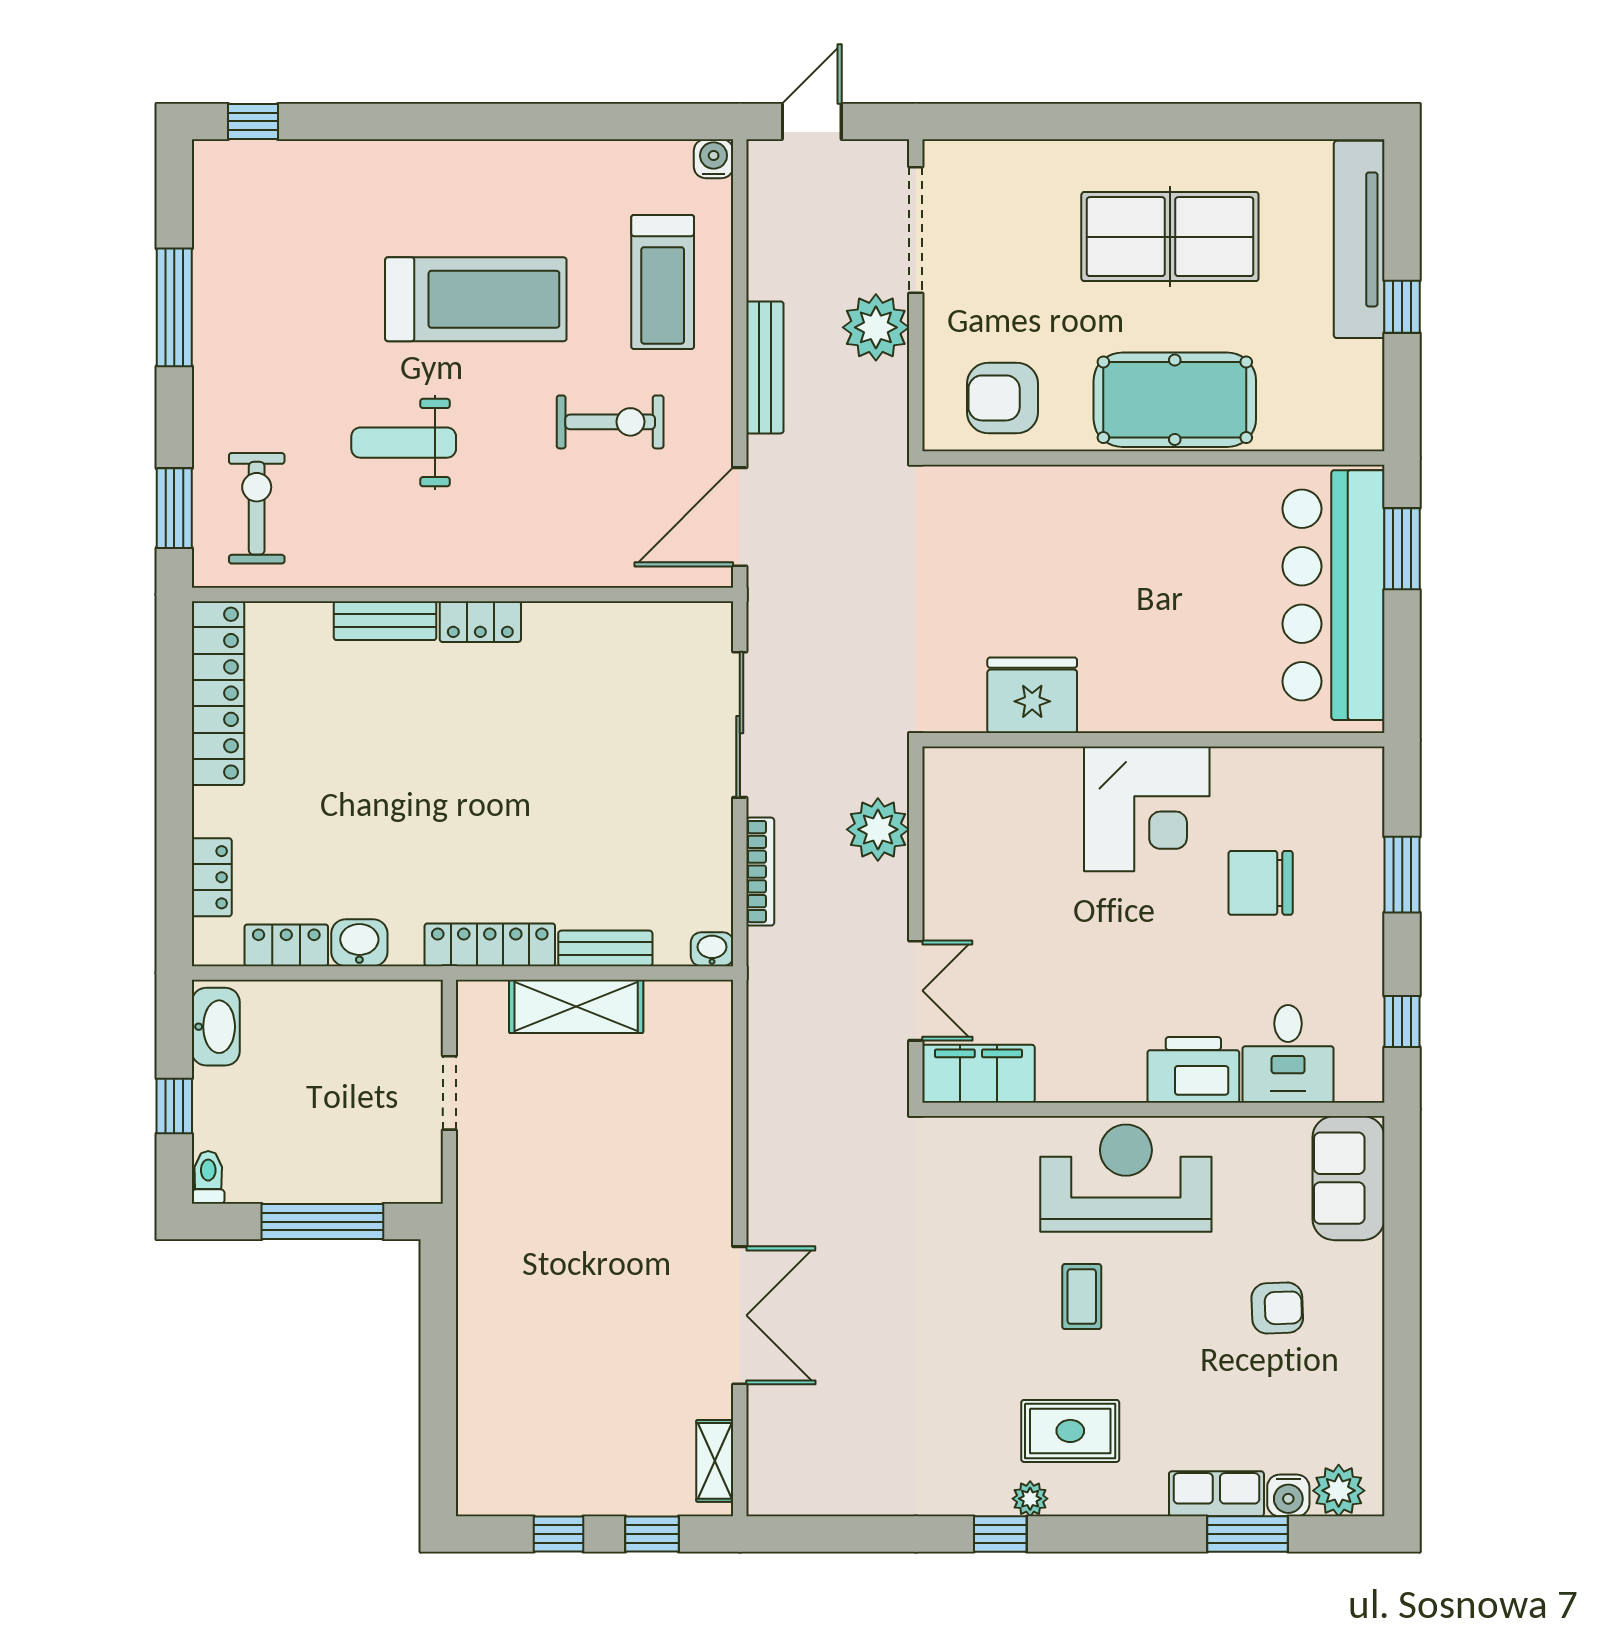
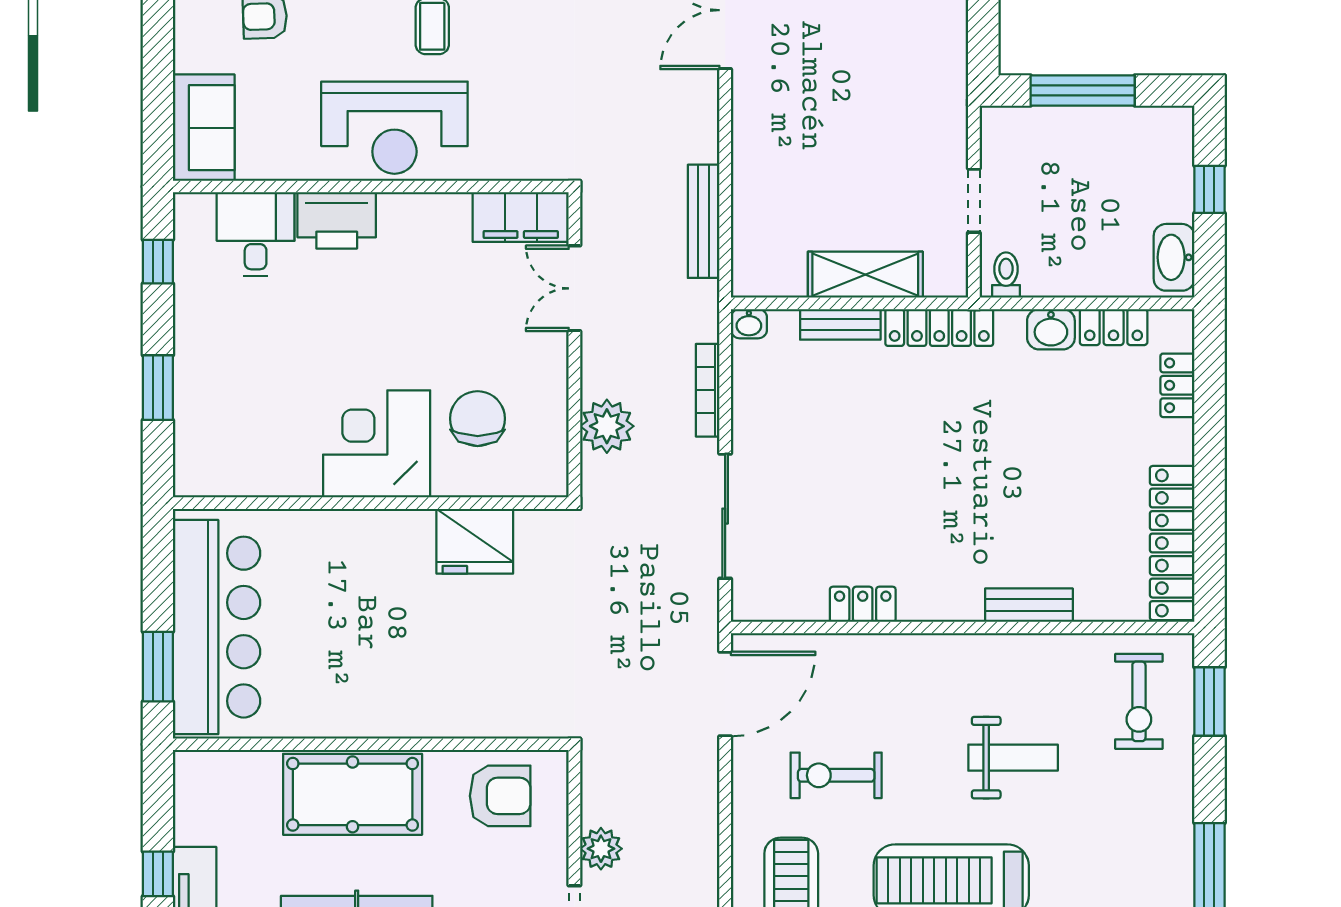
plant: (876, 327) -> (601, 849), width x0.73, depth x0.73
bench: (765, 367) -> (704, 221), moved
locker: (480, 622) -> (863, 604), moved
chair: (1261, 883) -> (478, 419), moved, turned -90
toilet: (208, 1177) -> (1006, 275), moved, turned 180

